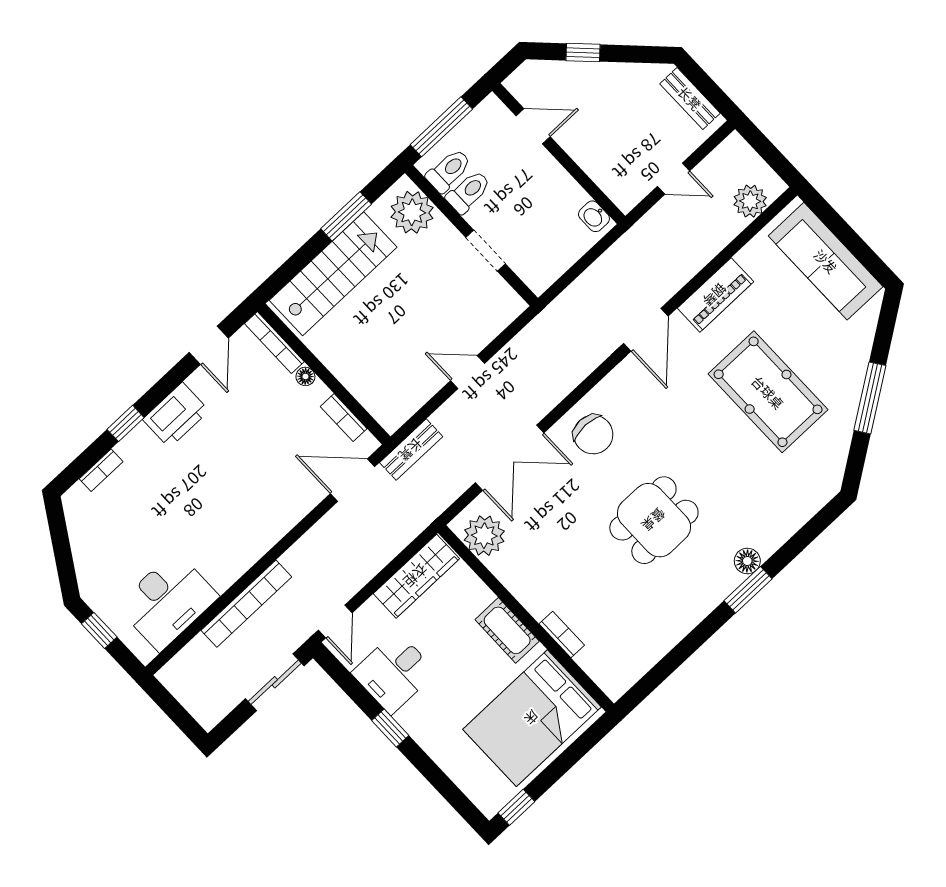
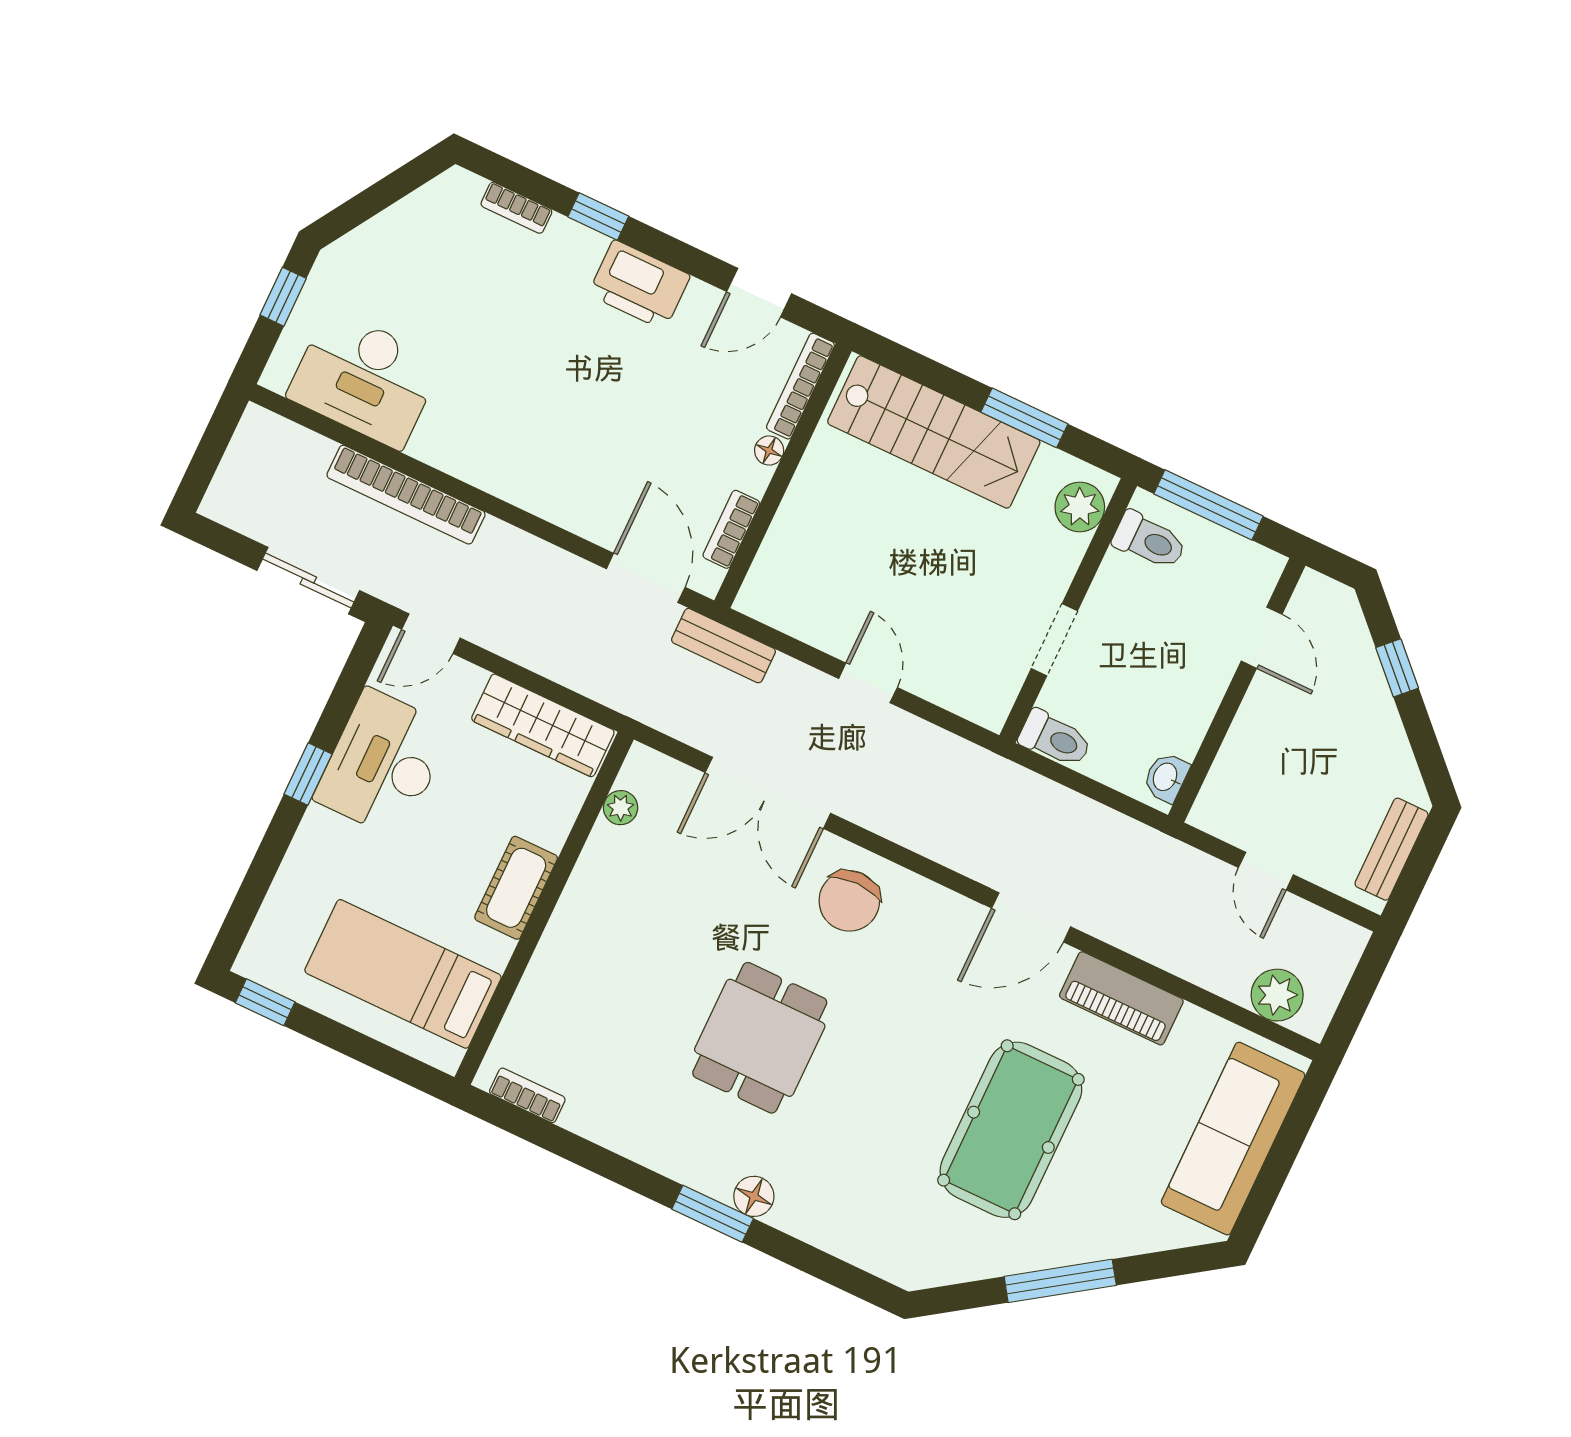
toilet: (468, 192) -> (1055, 739), moved
plant: (412, 212) -> (1080, 507), width x0.73, depth x0.73
dining table: (654, 520) -> (760, 1038), turned 90
plant: (484, 536) -> (621, 808), width x0.53, depth x0.53
bookcase: (562, 635) -> (527, 1095), moved, turned -90
desk: (394, 673) -> (383, 763), width x1.37
bed: (532, 718) -> (403, 974), width x0.67

